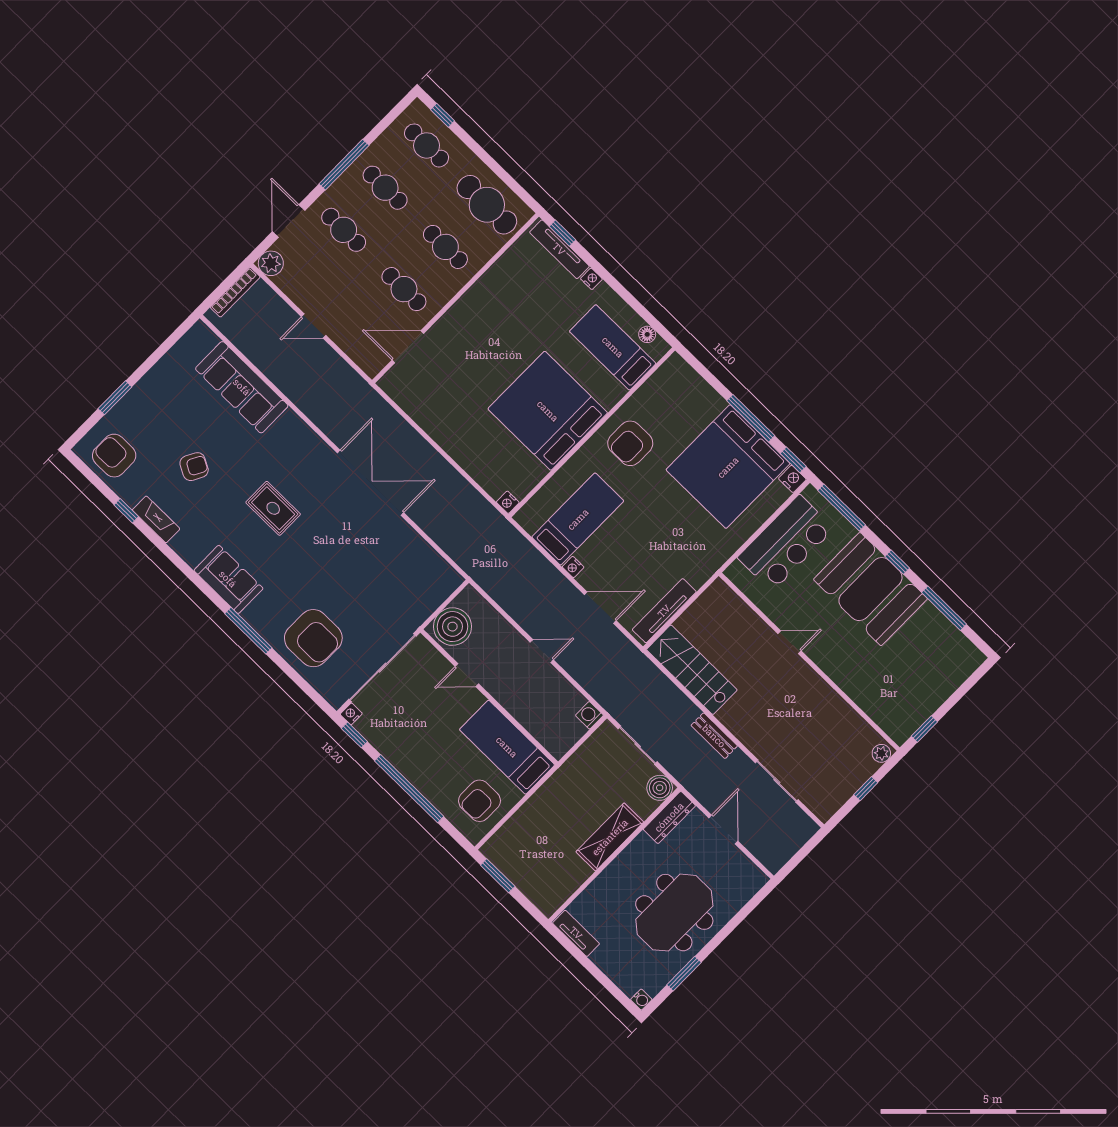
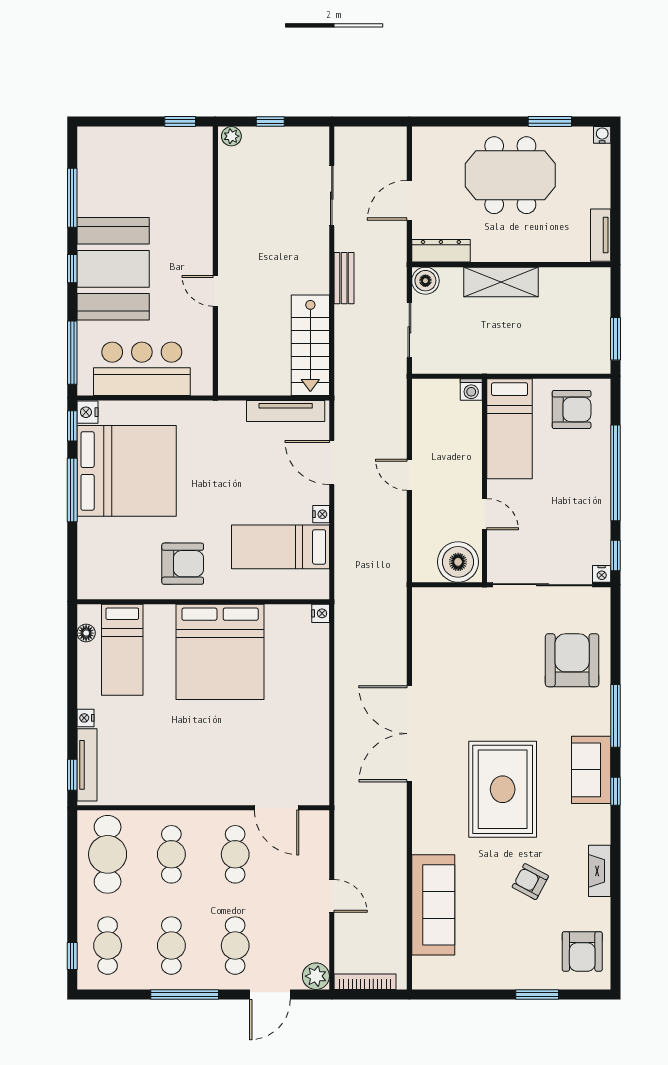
rug: (273, 508) -> (503, 789), width x1.86, depth x2.06
window: (126, 511) -> (615, 791), moved
washing machine: (589, 715) -> (471, 390), moved

